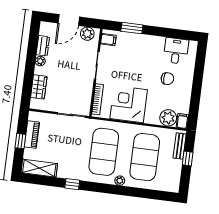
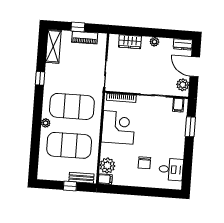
dresser: (43, 46) -> (183, 44), moved

